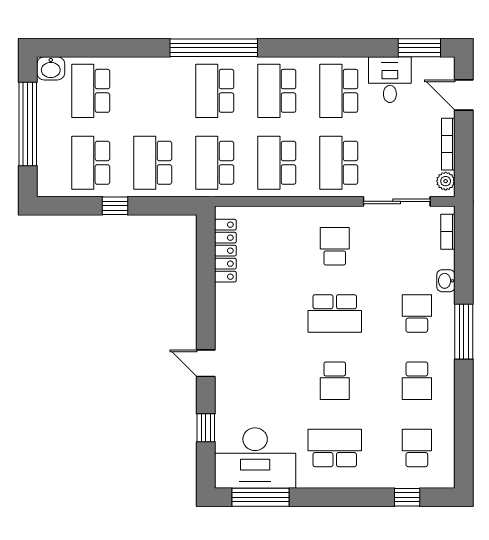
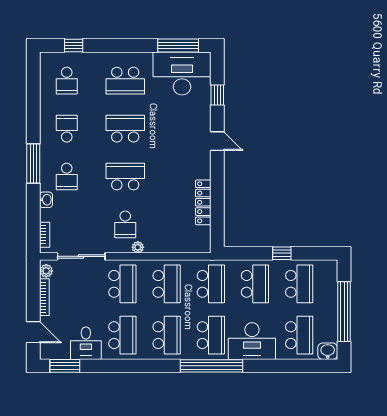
desk: (157, 83) -> (252, 341), added
plant: (317, 214) -> (138, 247), added
locker: (225, 251) -> (203, 202), moved
school desk: (335, 381) -> (125, 129), width x1.85

